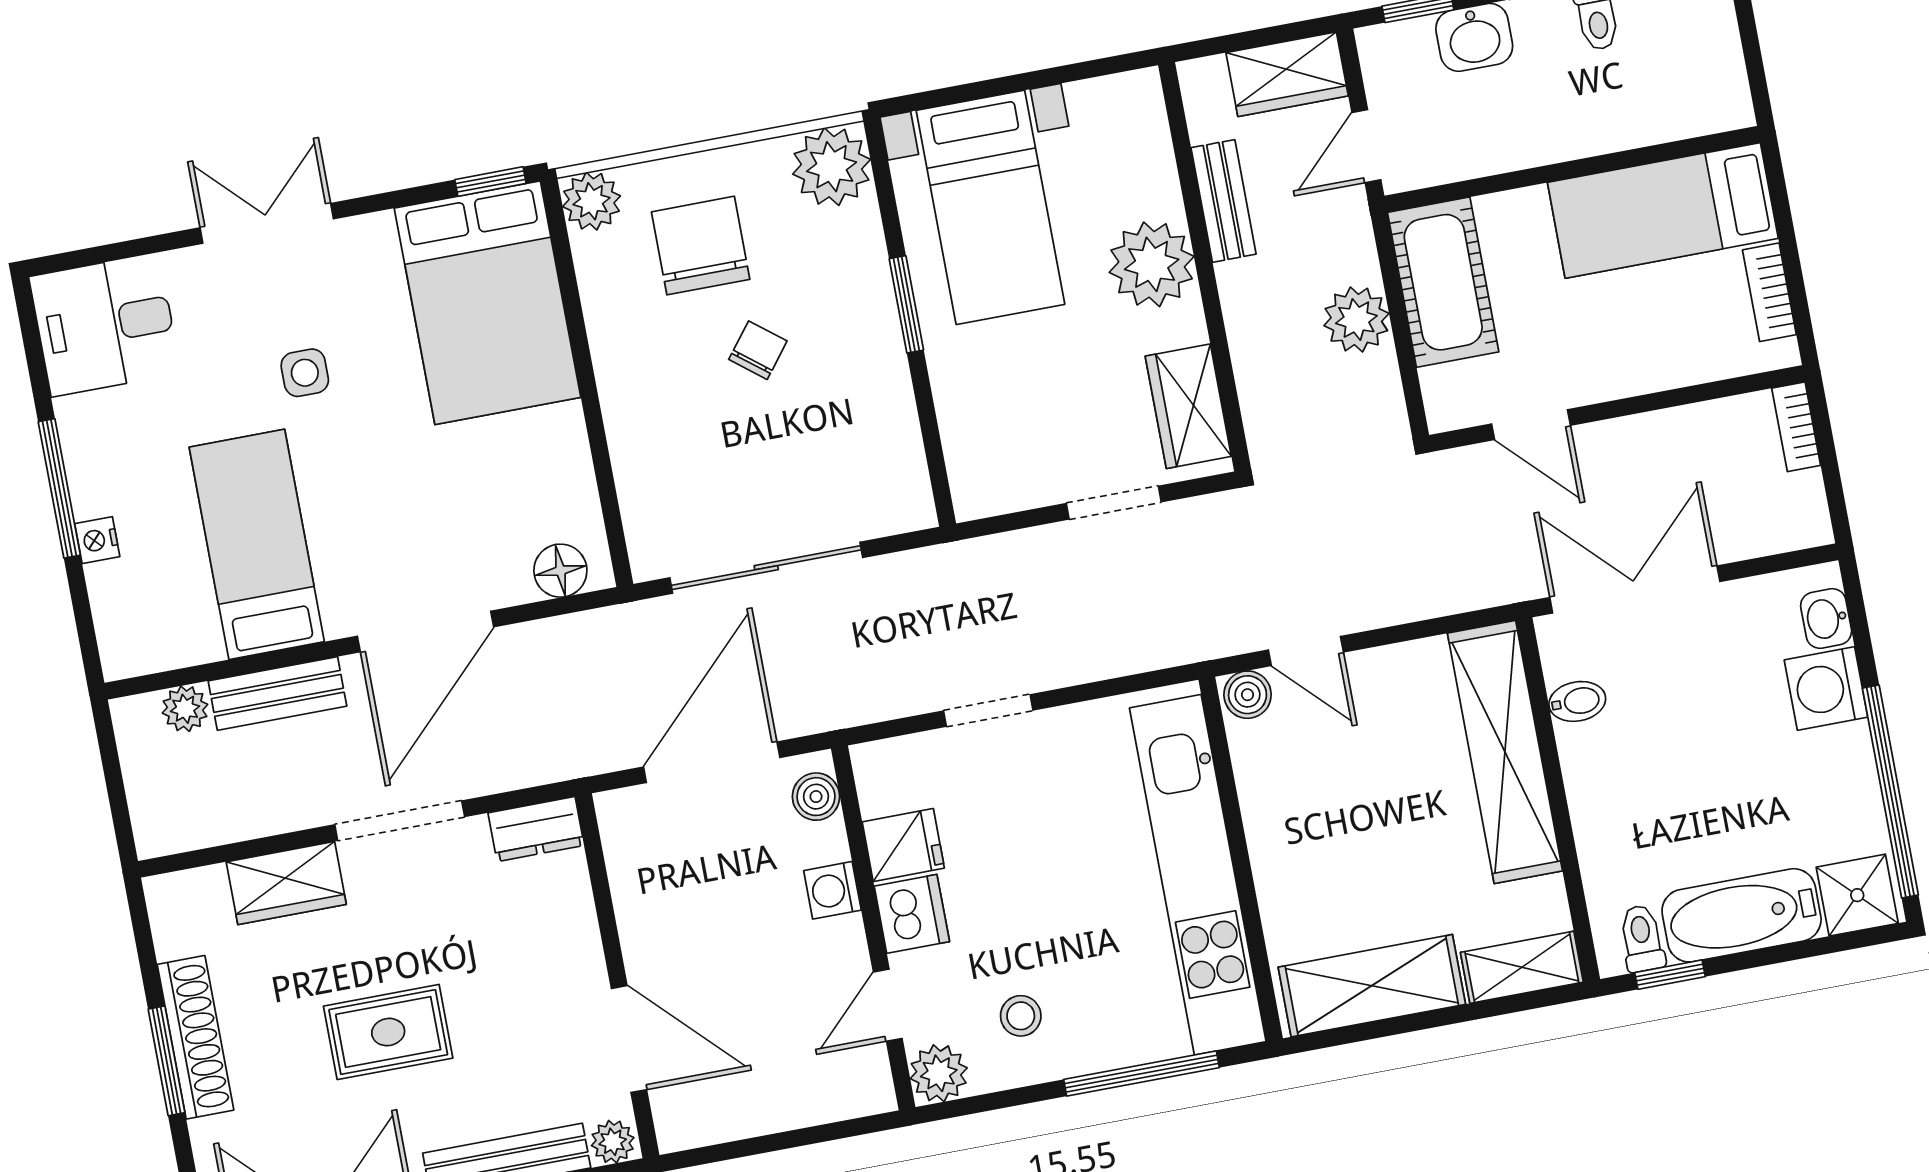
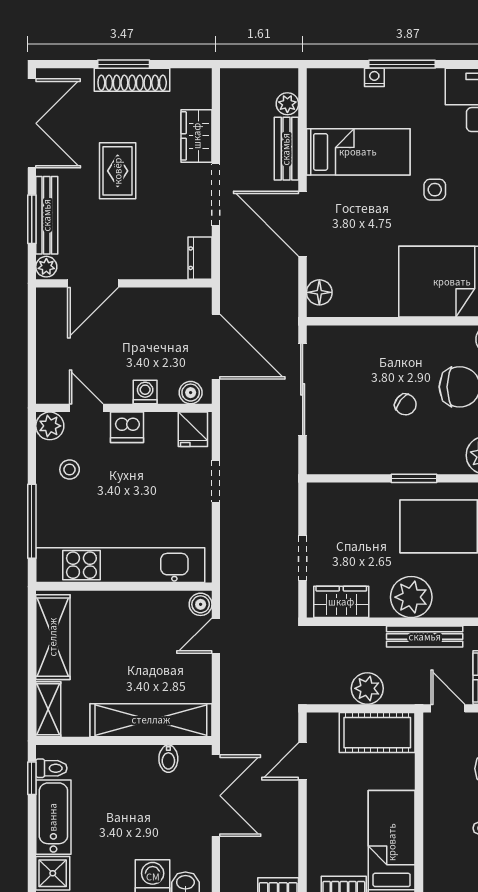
bench: (1224, 201) -> (425, 637), width x1.36
fridge: (903, 845) -> (193, 429), moved

